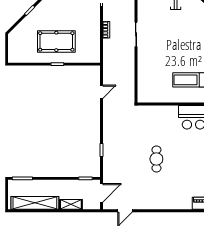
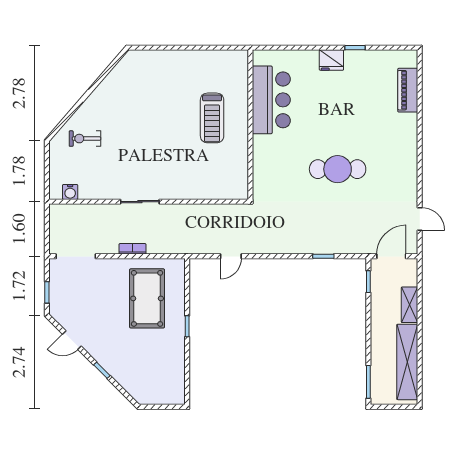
pool table: (56, 41) -> (147, 298), moved
door: (101, 92) -> (231, 256), swing flipped
cafe table: (156, 159) -> (338, 169), width x1.37, depth x1.35
door: (101, 193) -> (391, 256), hinge flipped

